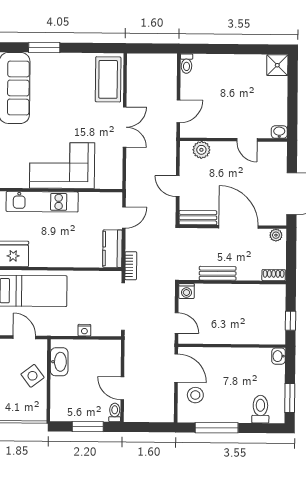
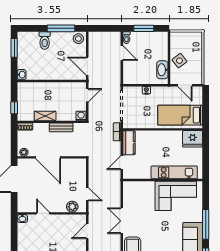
corner sofa: (62, 165) -> (176, 196), moved
door: (178, 186) -> (87, 194), moved
bench: (198, 218) -> (74, 163), removed
shelving: (243, 291) -> (45, 116), added
window: (291, 321) -> (14, 108), moved
door: (177, 323) -> (87, 95), swing flipped
stool: (195, 395) -> (78, 39), moved
toilet: (260, 409) -> (45, 40), moved

